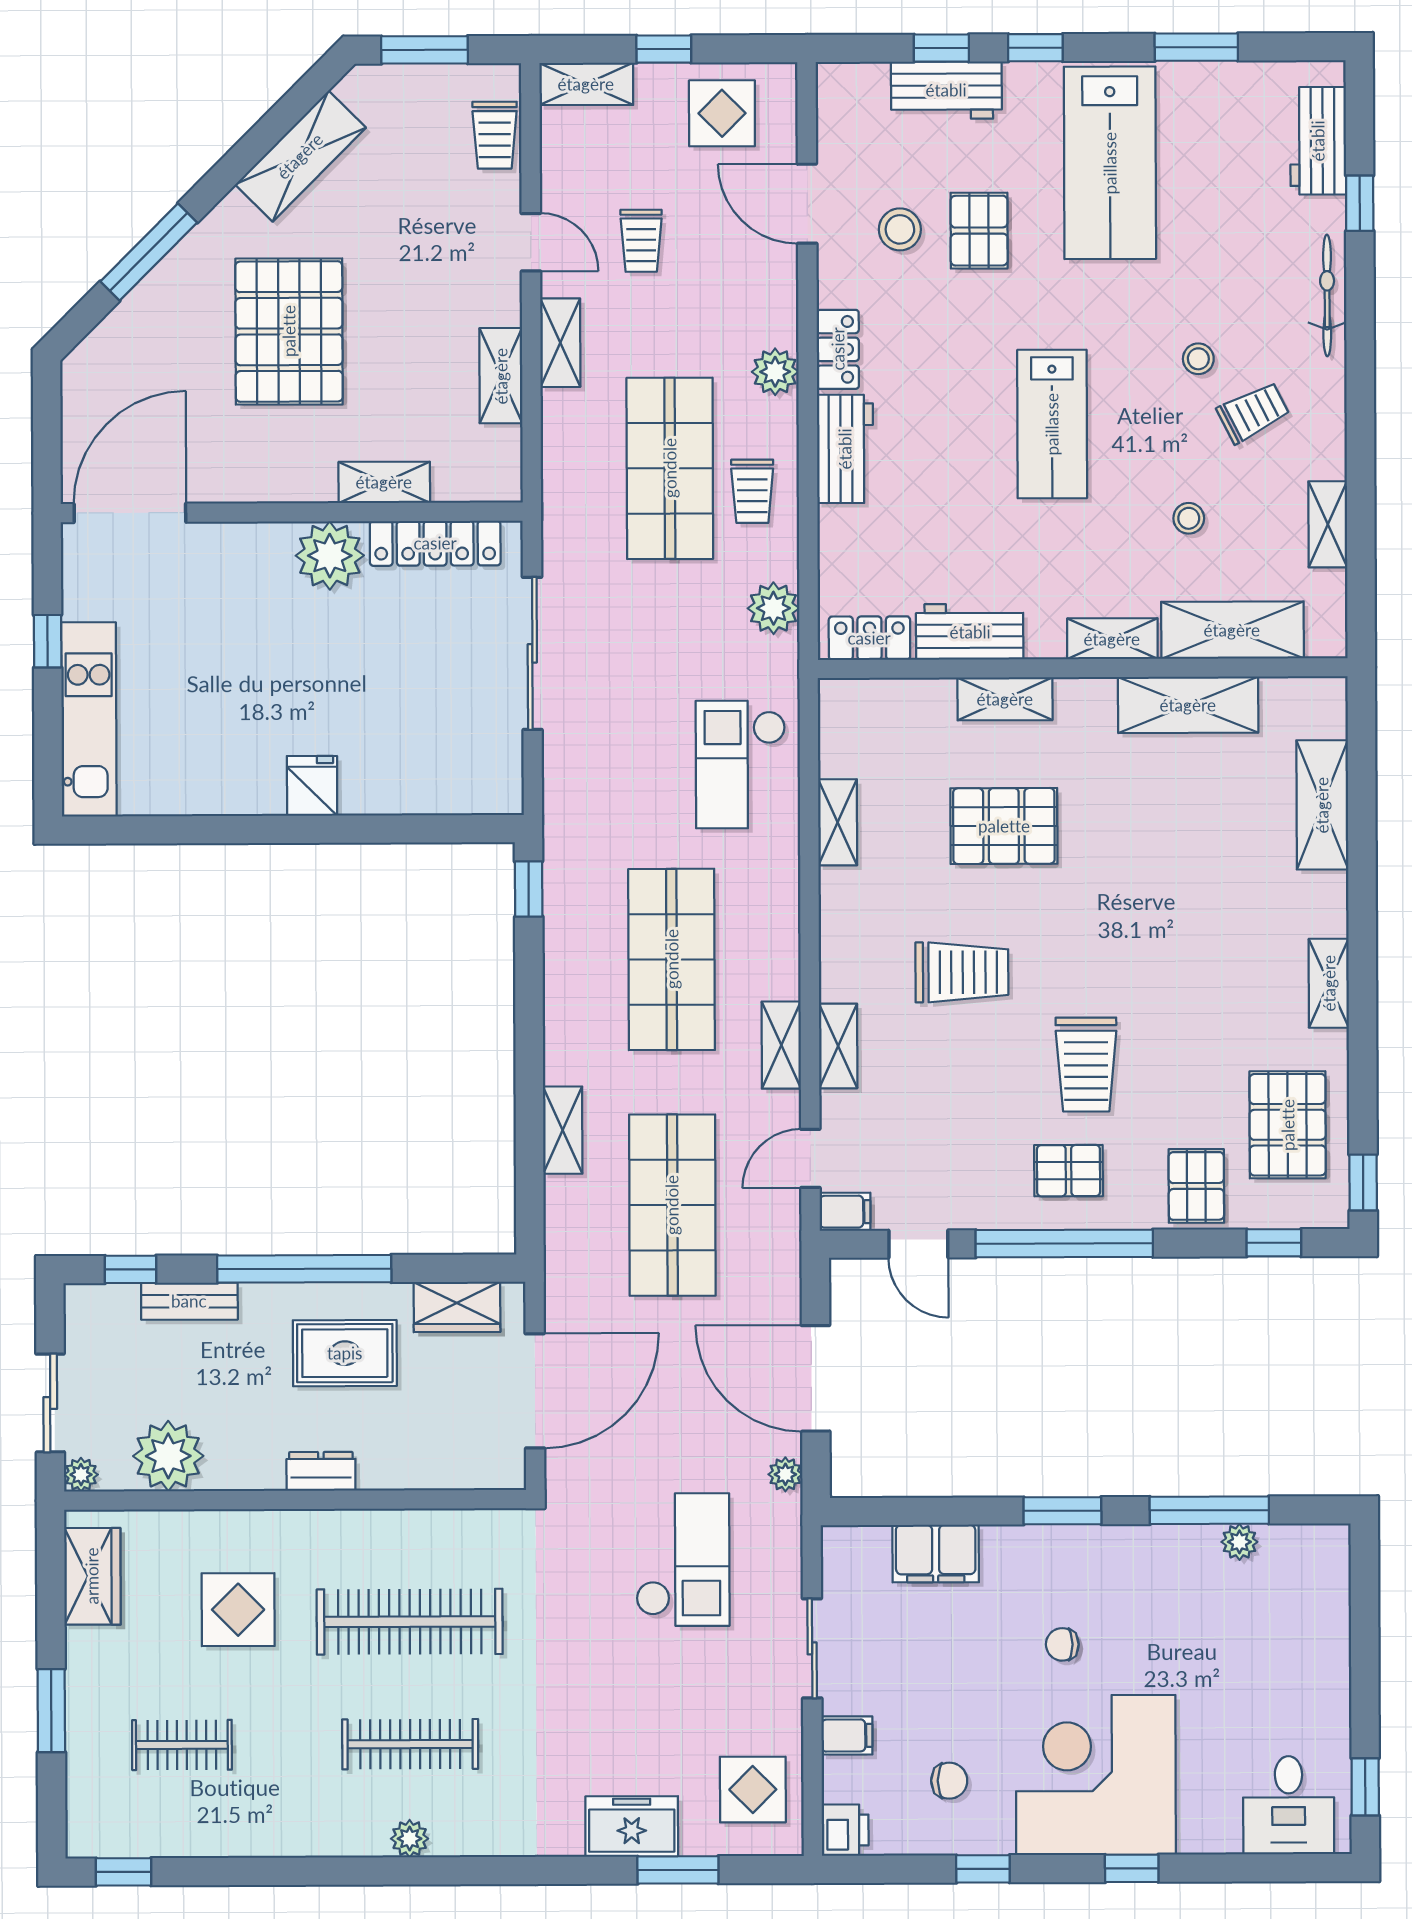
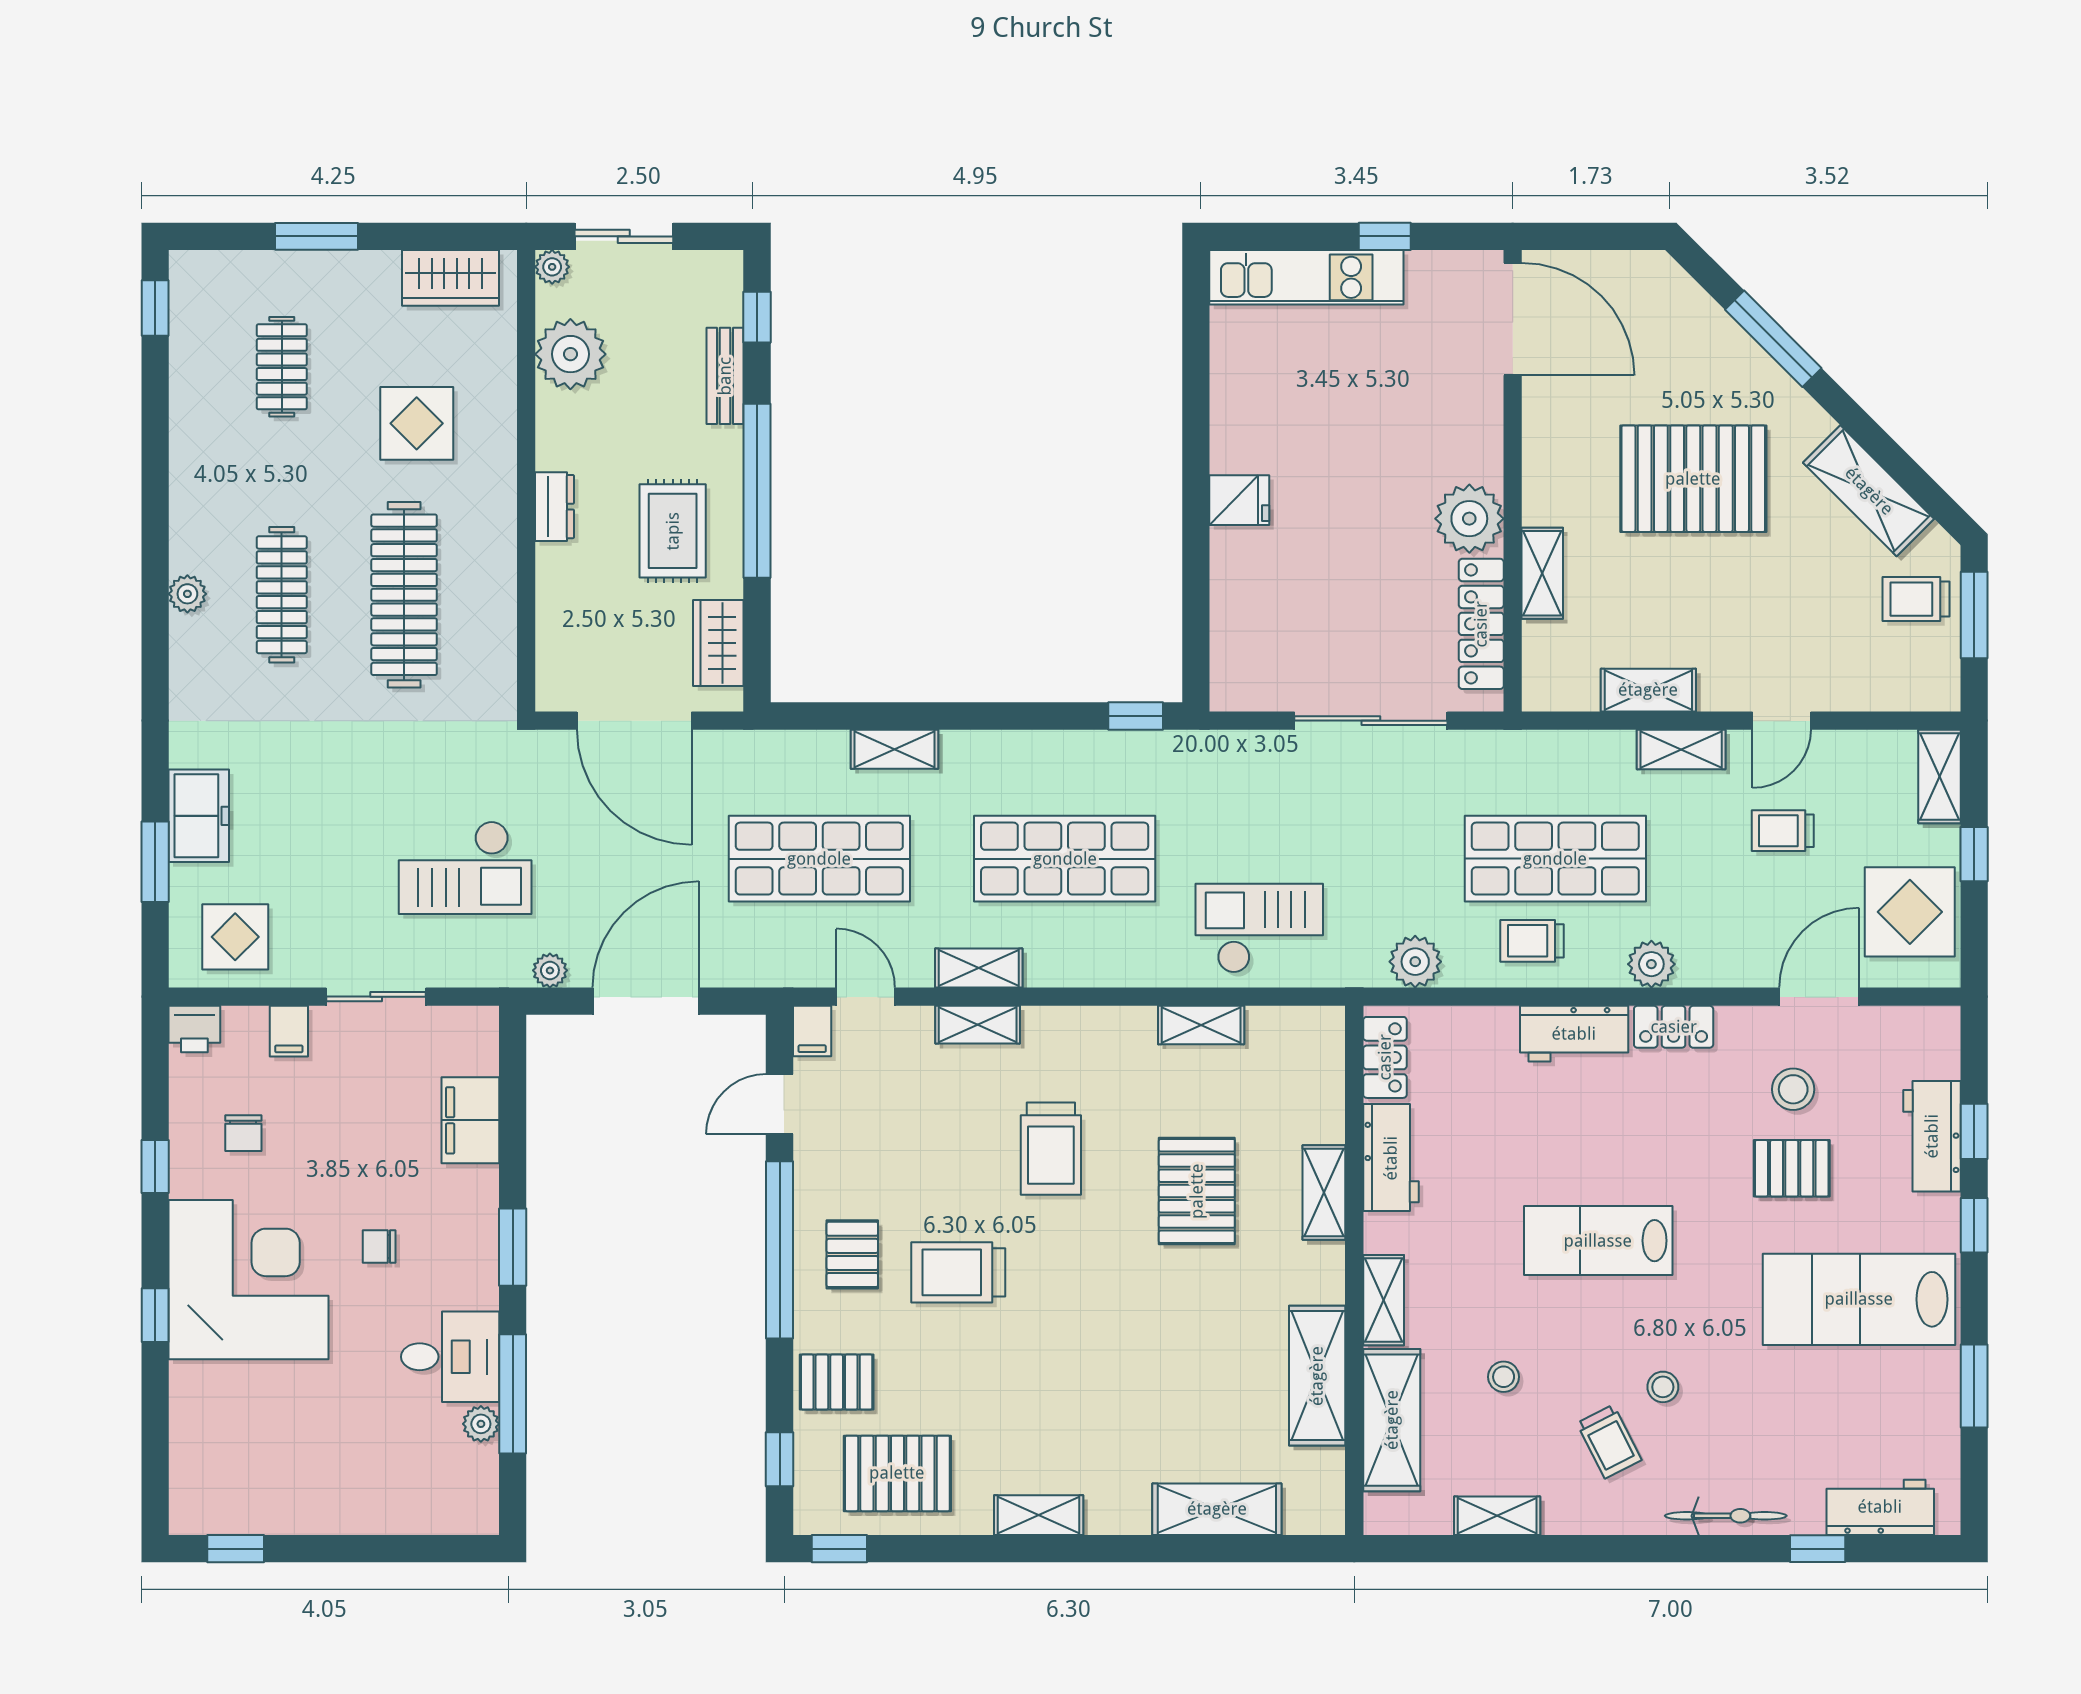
display table: (722, 113) -> (1910, 912), width x1.36, depth x1.36
trolley: (495, 135) -> (1916, 599), moved
chair: (1062, 1644) -> (379, 1247), turned -90
desk: (1289, 1805) -> (450, 1357), moved, turned 180

